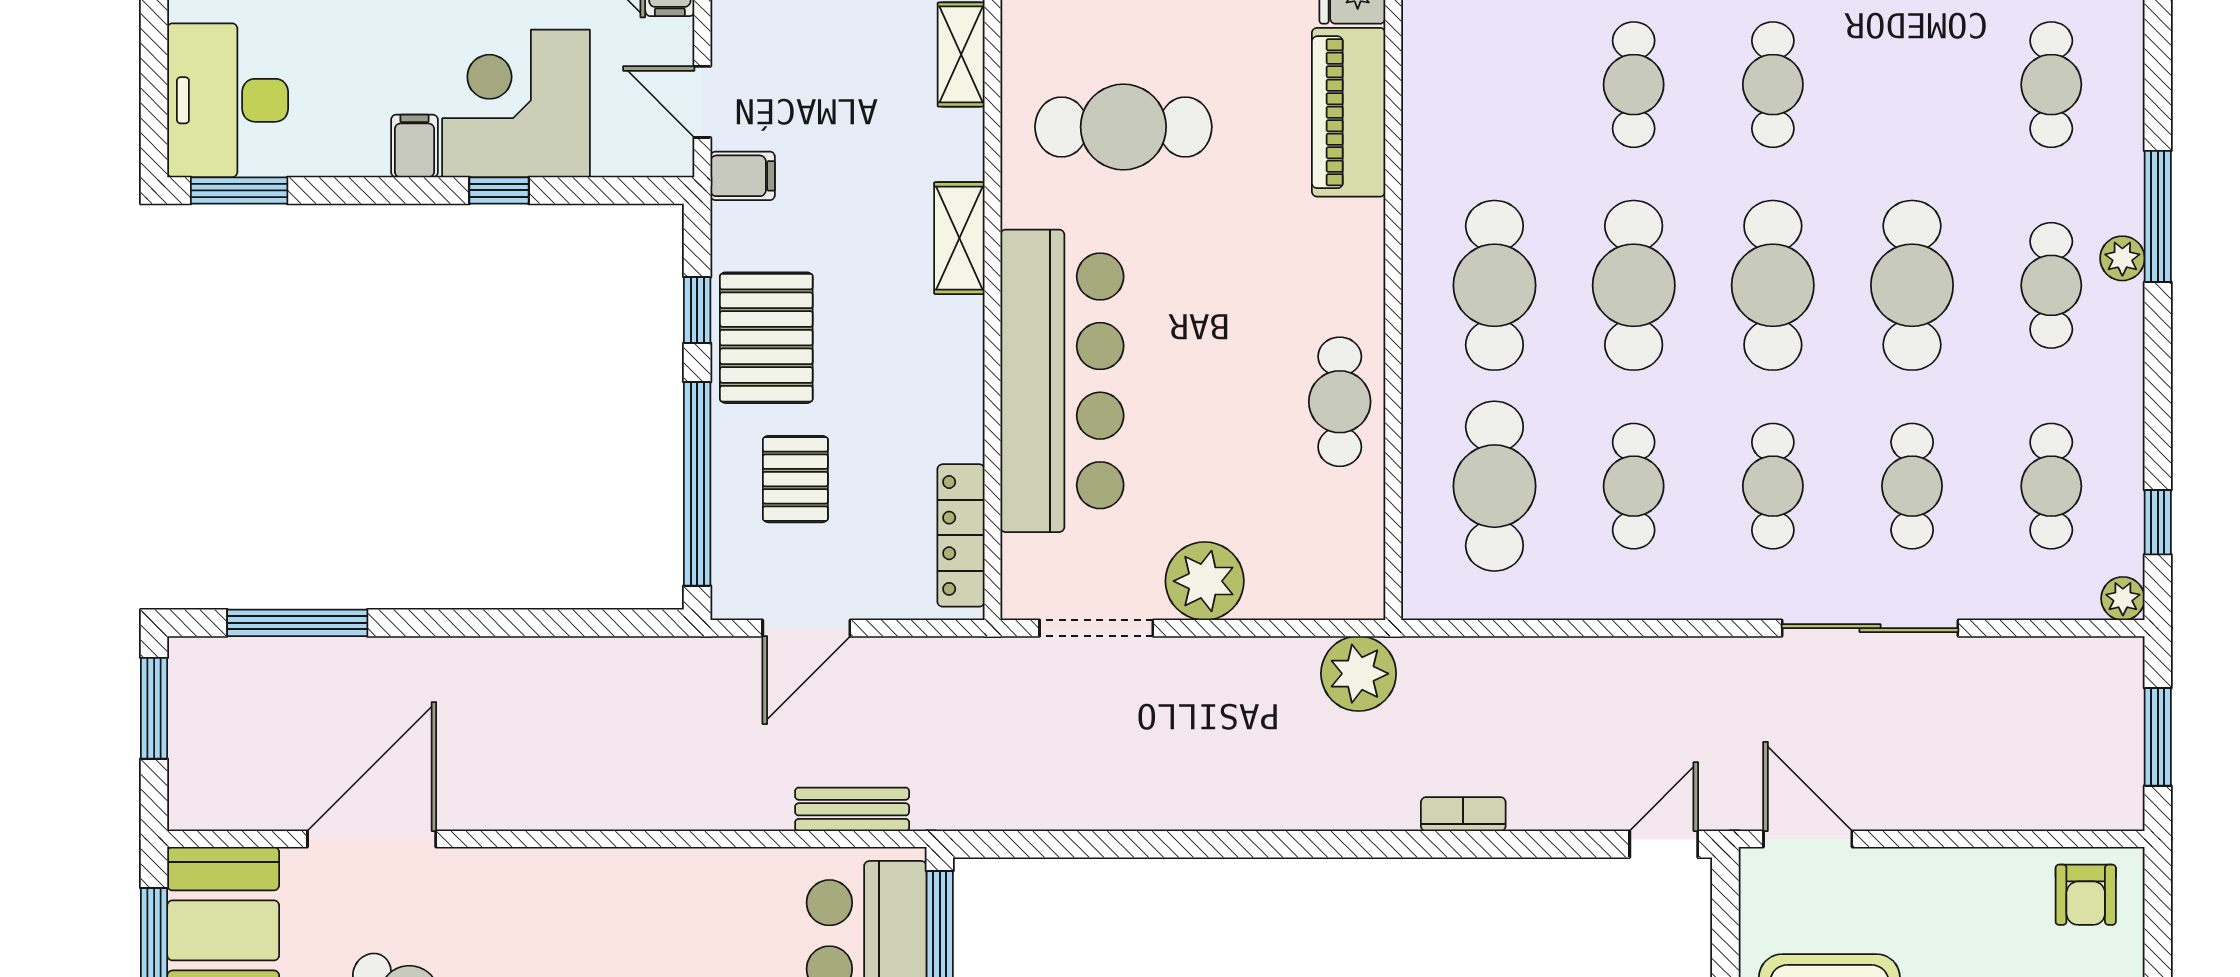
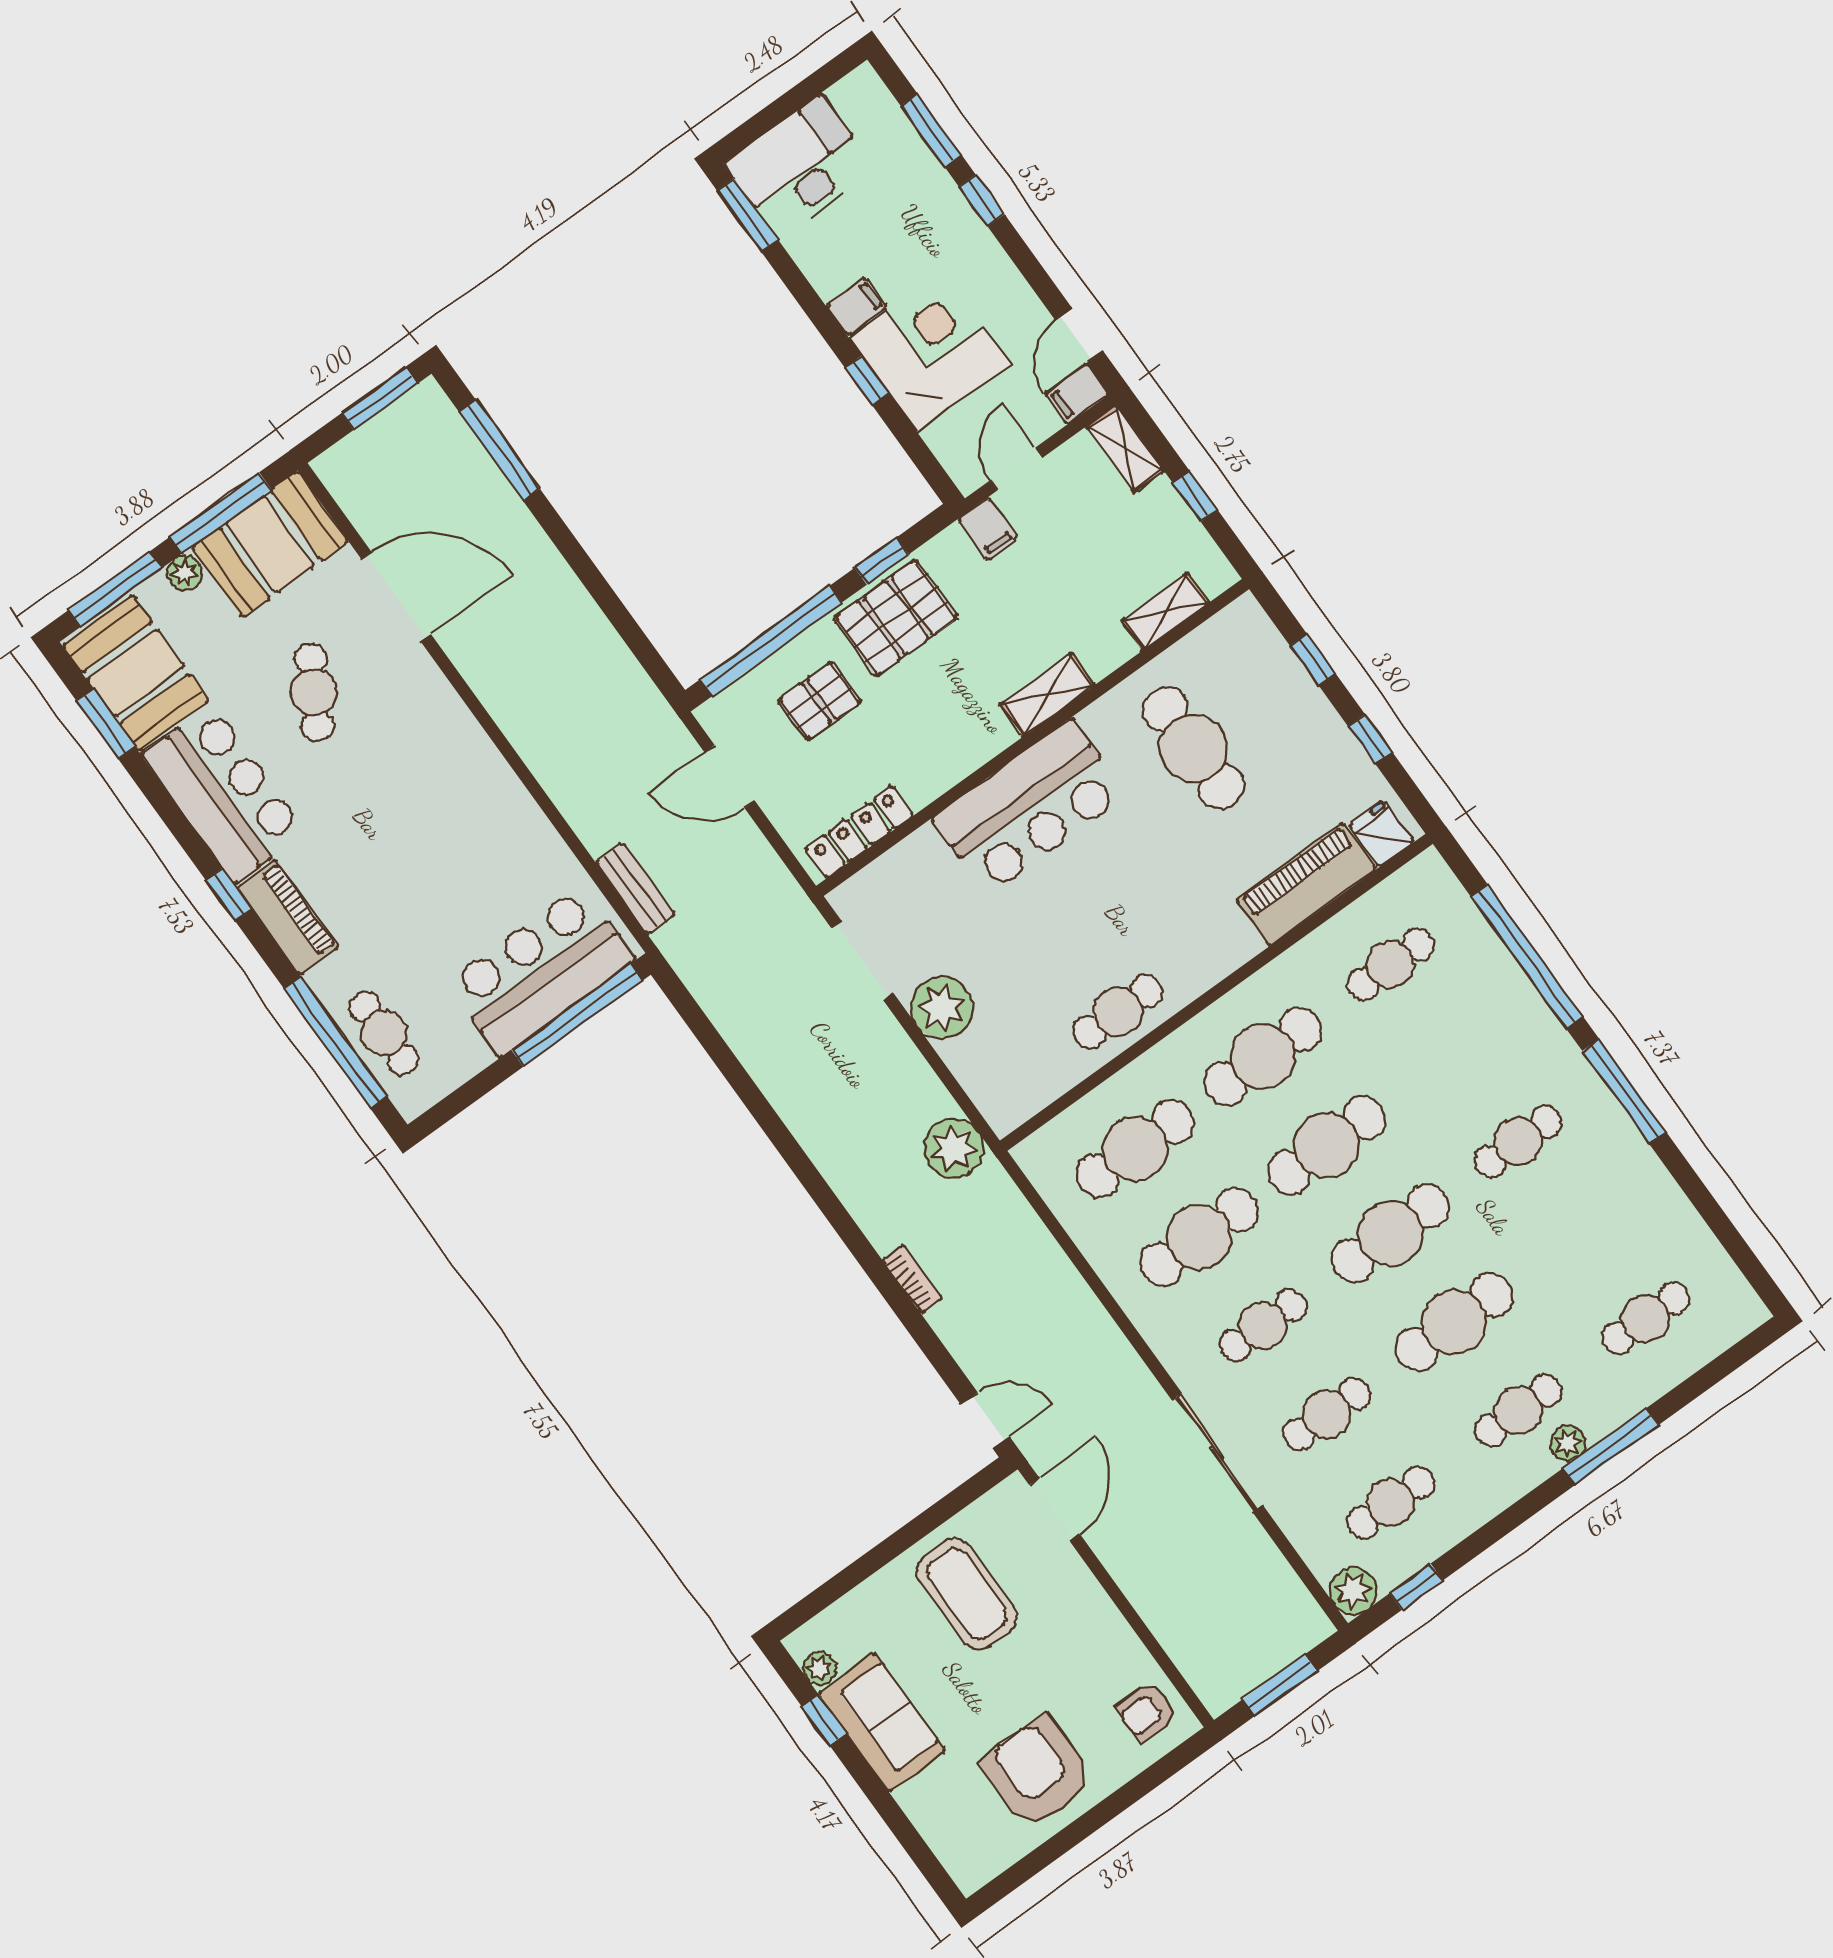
cafe table: (1634, 85) -> (1390, 965), moved
bar counter: (1062, 381) -> (1029, 807), width x0.73
cafe table: (1634, 486) -> (1199, 1237), width x1.37, depth x1.35
plant: (2123, 598) -> (1353, 1591), width x1.38, depth x1.38

